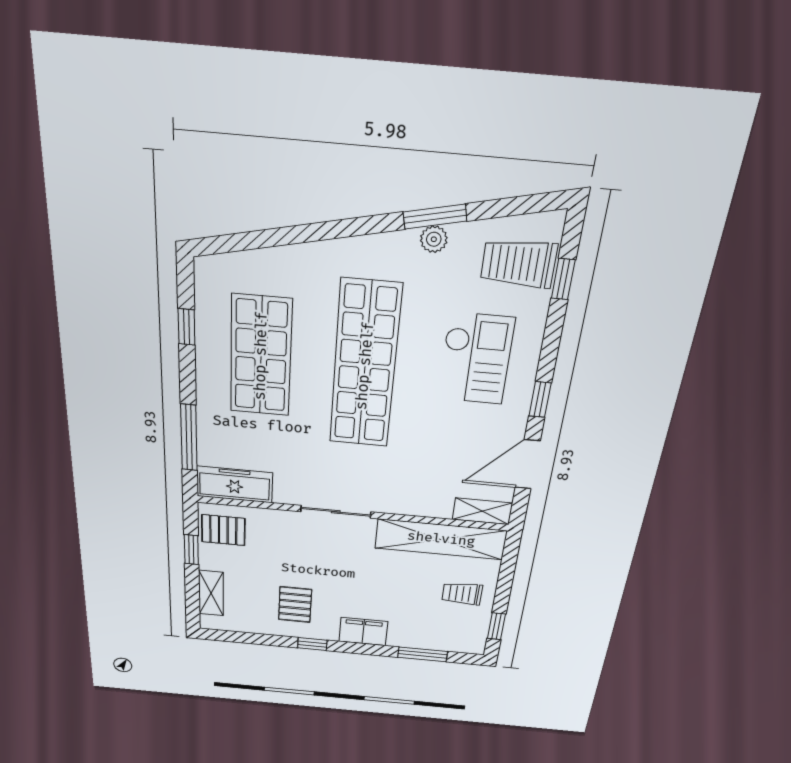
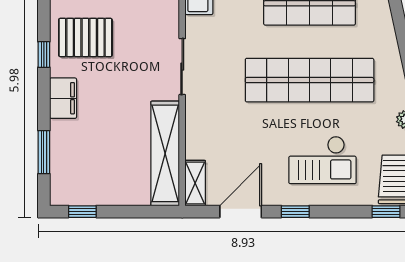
door: (528, 464) -> (241, 212), hinge flipped
trolley: (462, 594) -> (113, 178), removed
pallet: (295, 605) -> (85, 37), width x1.50, depth x1.42

